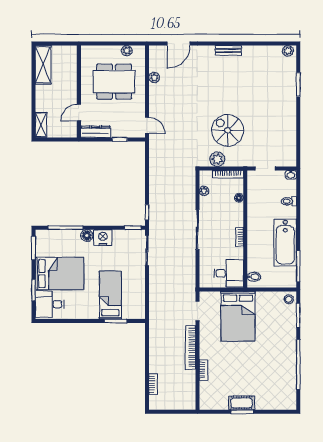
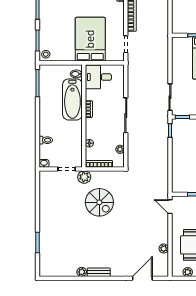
plant: (288, 51) -> (82, 272), moved
plant: (217, 159) -> (84, 177), moved
bathtub: (285, 242) -> (72, 99), moved, turned 180

